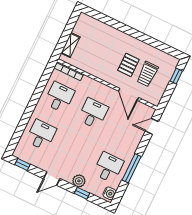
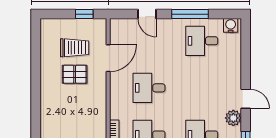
window: (176, 76) -> (84, 14), moved
door: (152, 126) -> (147, 14), moved
plant: (79, 181) -> (233, 118), moved
window: (82, 193) -> (246, 57), removed

